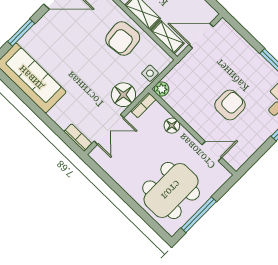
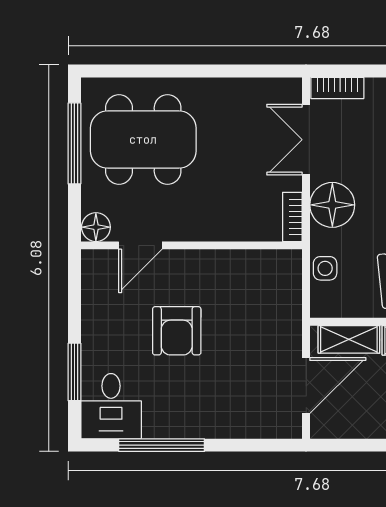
plant: (162, 89) -> (289, 263), removed
floor lamp: (172, 126) -> (96, 227), moved
dining table: (171, 190) -> (143, 140), turned 90

